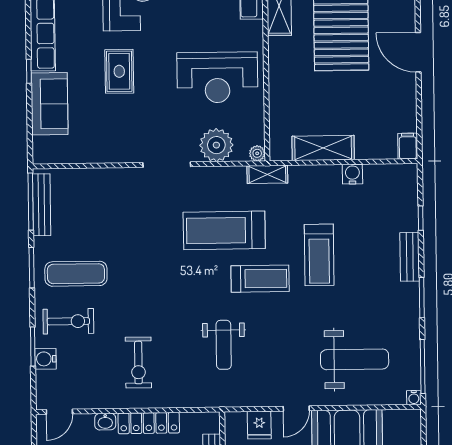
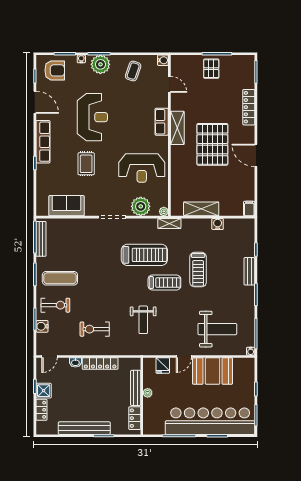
sofa: (49, 104) -> (66, 206), moved, turned -90
treadmill: (224, 230) -> (144, 255), turned 180
exercise bike: (138, 363) -> (95, 329), turned 90

